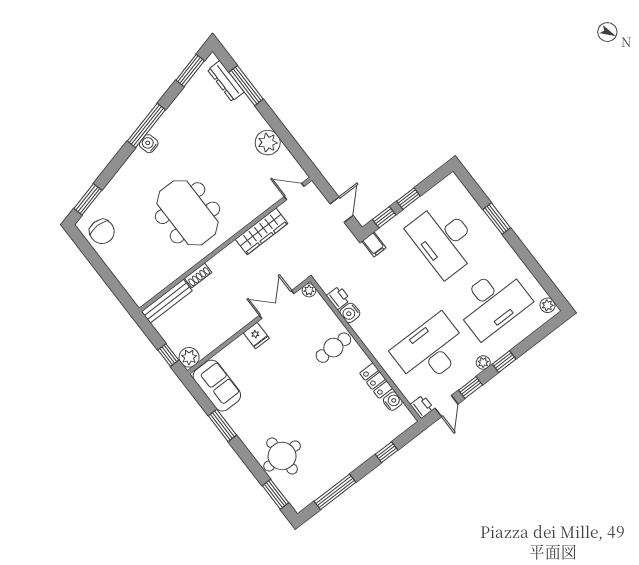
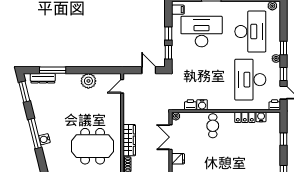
wardrobe: (262, 231) -> (129, 140), moved
desk: (444, 239) -> (202, 32), turned 180
filing cabinet: (374, 244) -> (178, 10), moved

